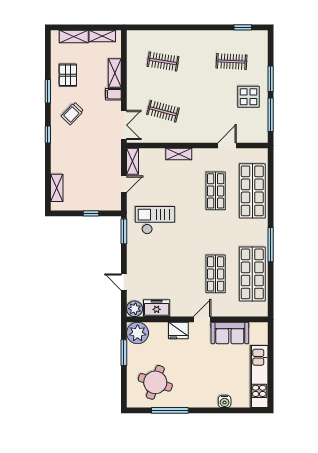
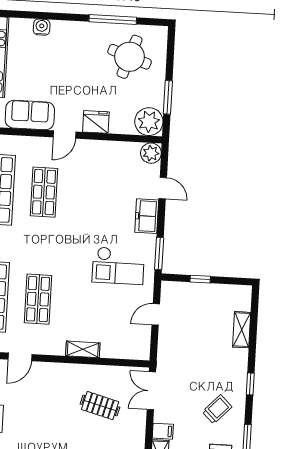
shelving: (133, 161) -> (143, 343), removed
shelving: (57, 188) -> (242, 330), moved
freezer: (157, 308) -> (147, 216), moved, turned 90

